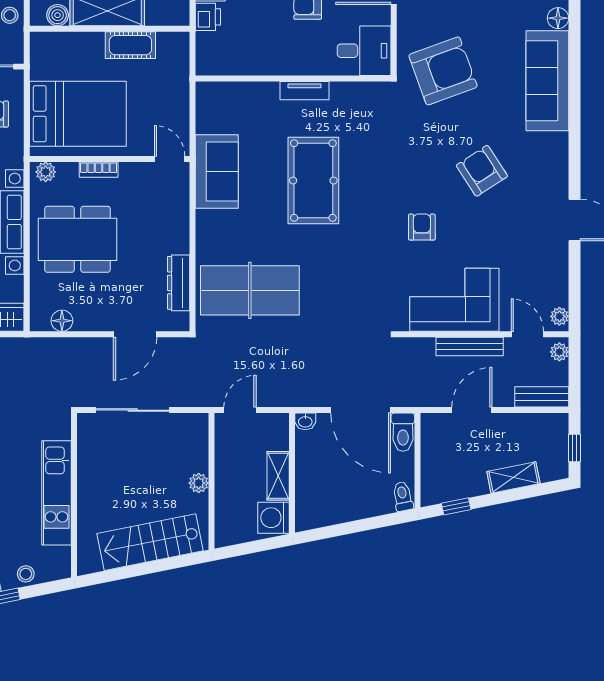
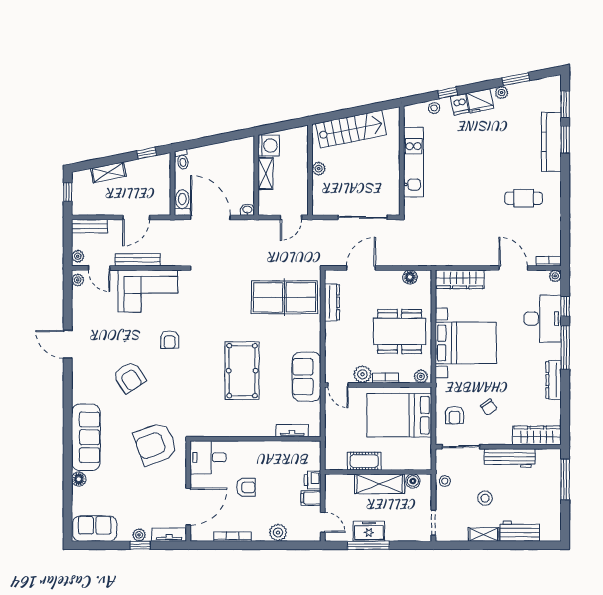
tv unit: (304, 91) -> (292, 431), moved
plant: (133, 175) -> (362, 374), added

